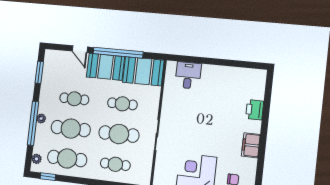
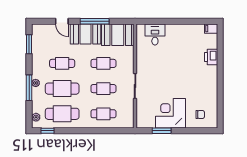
window: (118, 53) -> (95, 21), width x0.68
window: (33, 123) -> (29, 88), width x0.68
cafe table: (119, 134) -> (103, 89), width x0.73, depth x0.74
filing cabinet: (251, 145) -> (211, 29), moved, width x0.50

